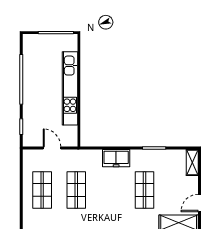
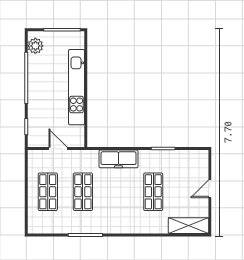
plant: (30, 48) -> (35, 46), added
freezer: (116, 158) -> (119, 159), width x1.40
shelving: (192, 162) -> (202, 163), removed
door: (199, 203) -> (210, 189), moved

